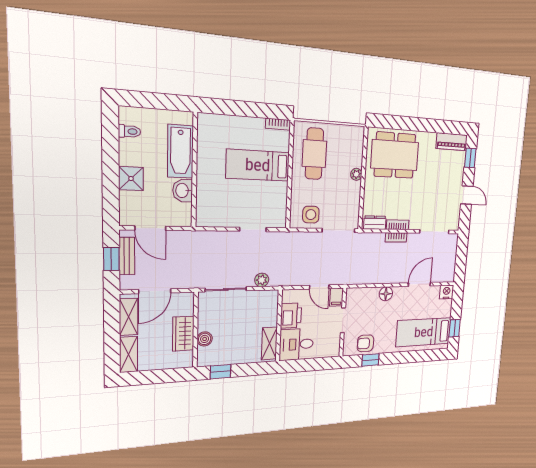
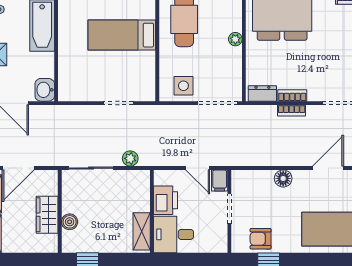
washbasin: (183, 191) -> (45, 90), moved

